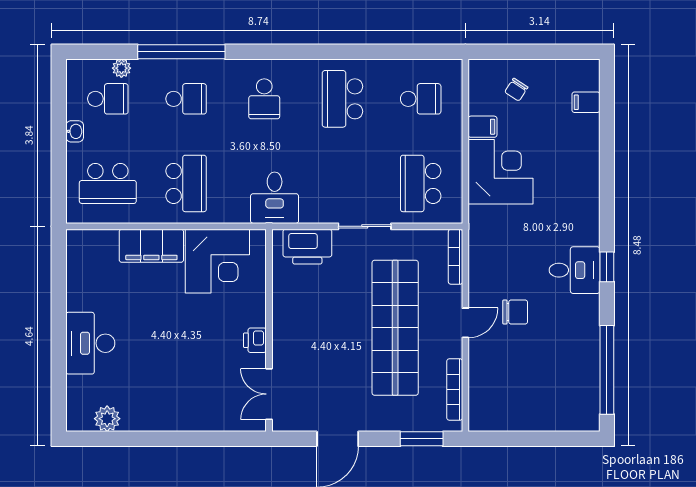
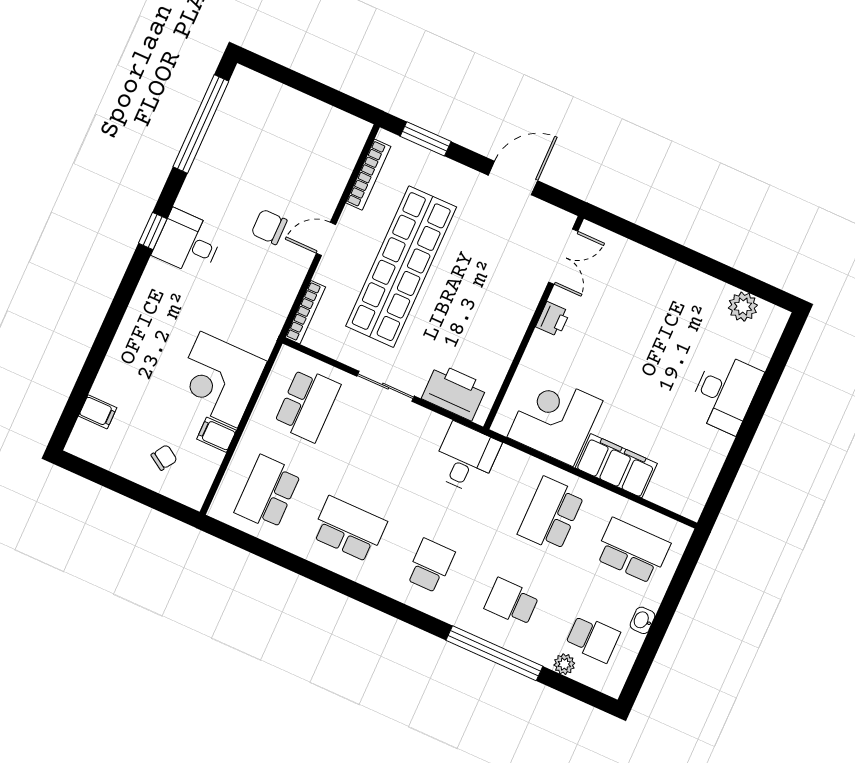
school desk: (108, 99) -> (593, 639), turned 180
school desk: (342, 99) -> (349, 529), turned -90
school desk: (421, 99) -> (268, 493), width x1.85

